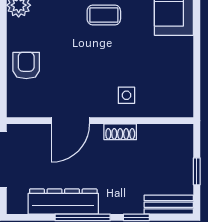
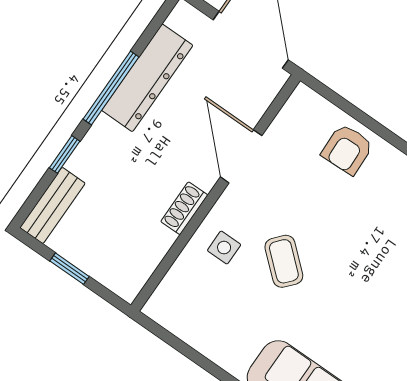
coffee table: (104, 15) -> (284, 261), moved, turned -49
armchair: (26, 65) -> (347, 149), turned 88

